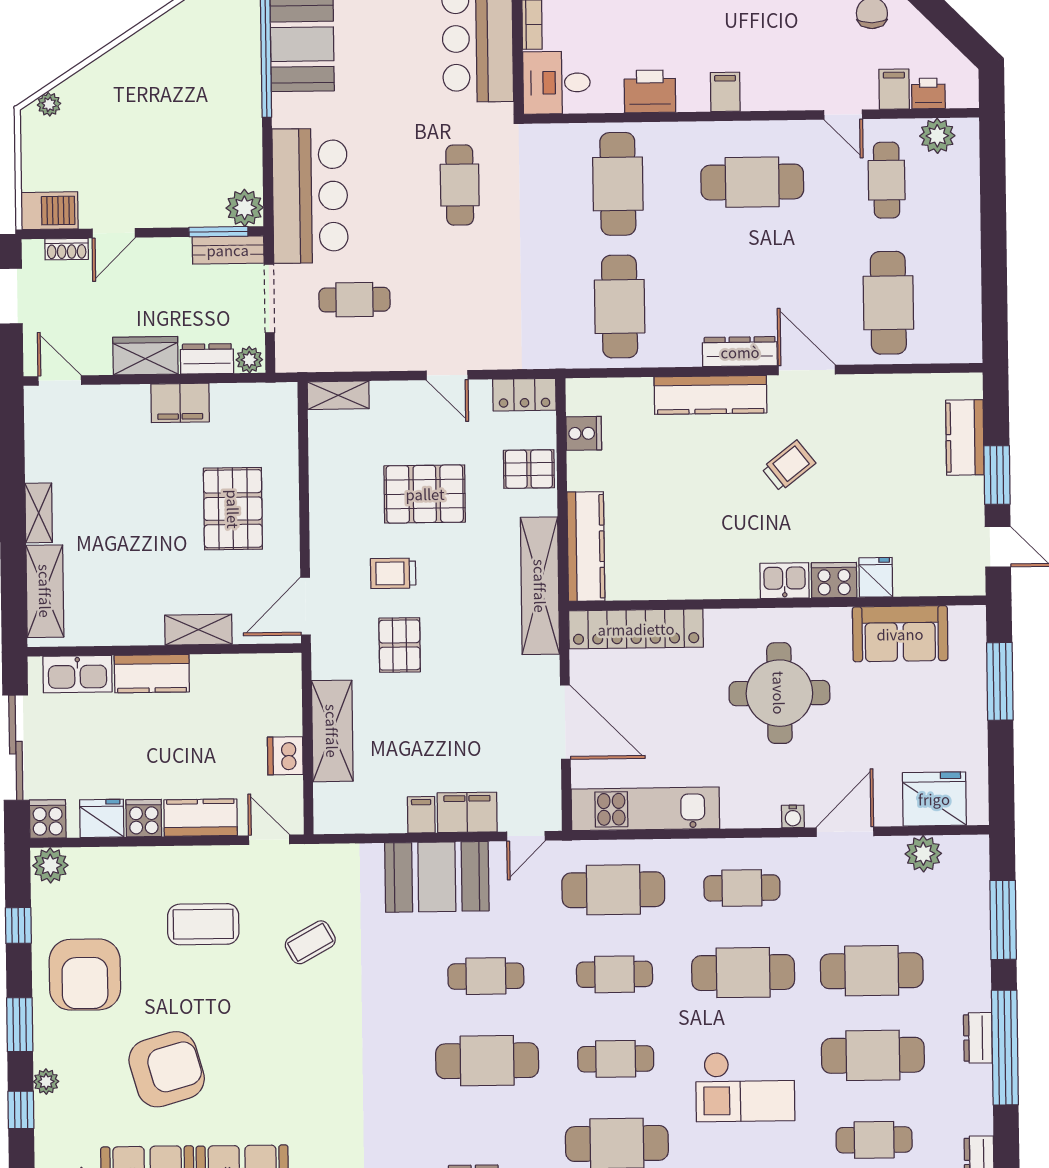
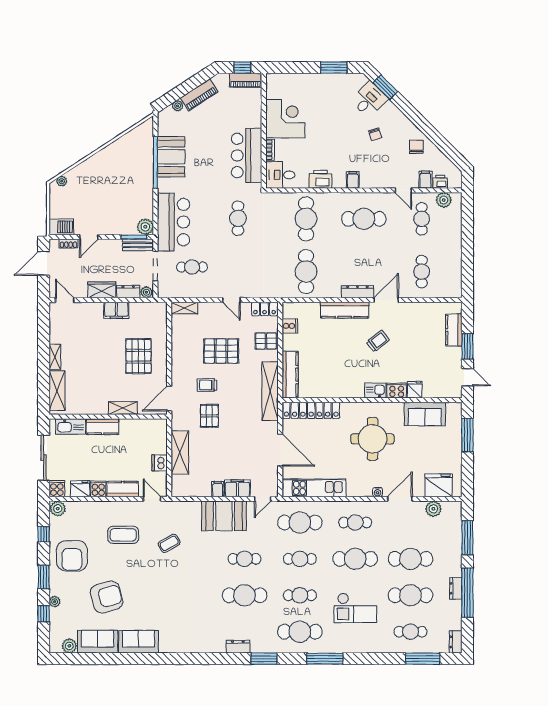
cafe table: (888, 303) -> (422, 272), width x0.73, depth x0.74
door: (807, 370) -> (386, 300), hinge flipped

